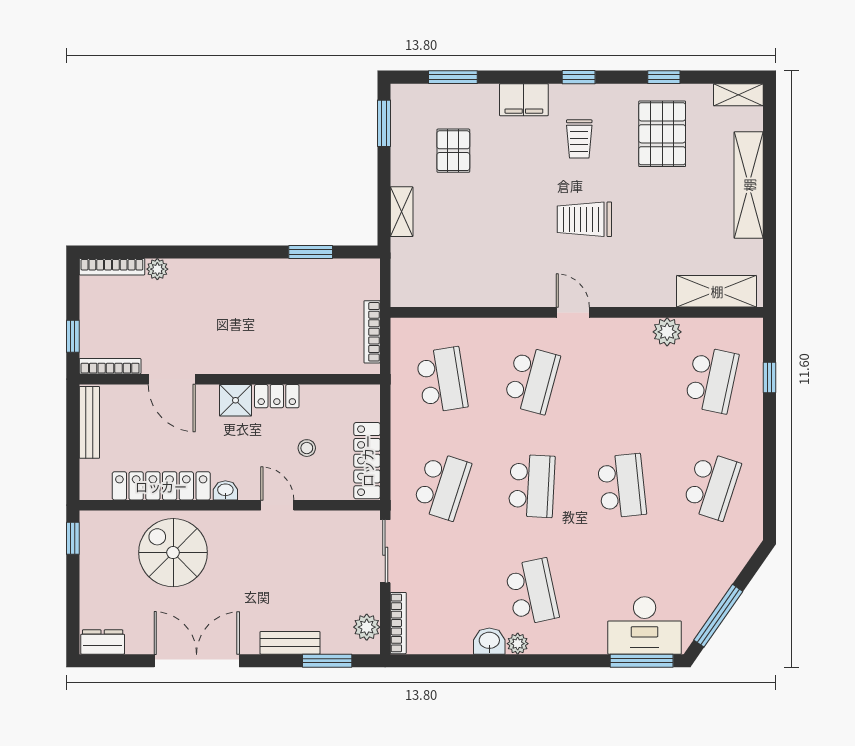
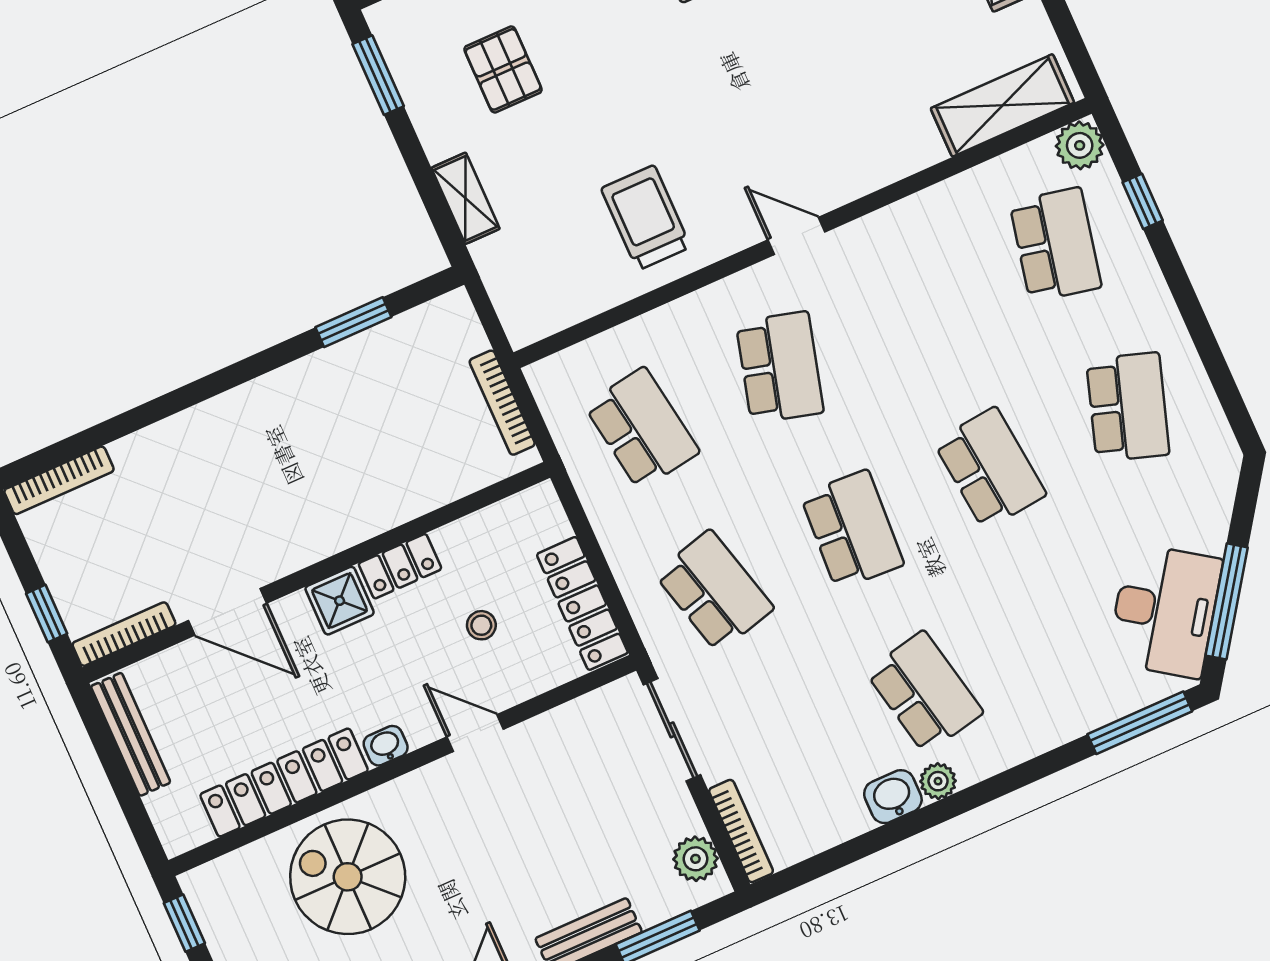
trolley: (584, 219) -> (646, 218), moved, turned 90
plant: (157, 269) -> (130, 453), removed
plant: (667, 332) -> (1080, 145), moved
school desk: (442, 486) -> (714, 591), turned -33
desk: (645, 625) -> (1165, 611), moved, turned -55

